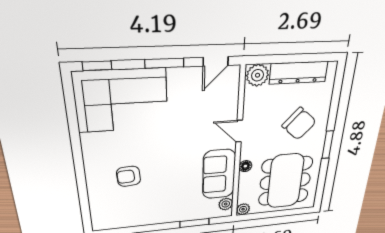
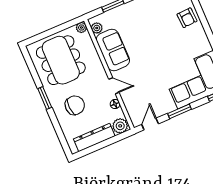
chair: (299, 124) -> (75, 105), turned 135
floor lamp: (245, 166) -> (115, 104), moved
armchair: (129, 176) -> (187, 18), moved, turned 91

